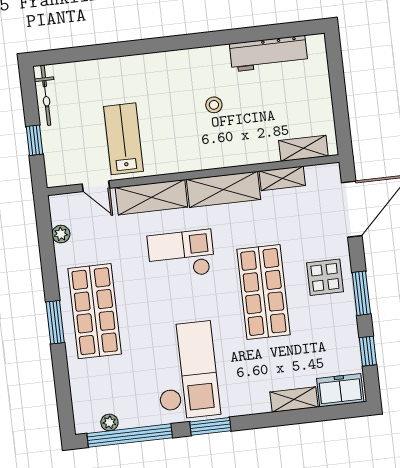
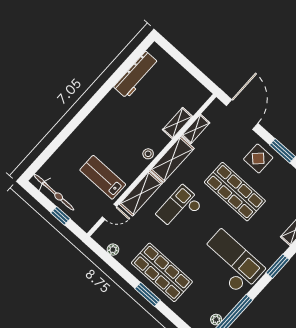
bicycle: (46, 95) -> (54, 192), width x1.37, depth x1.40
stool: (214, 105) -> (148, 154), moved
shelving: (303, 148) -> (177, 123), moved
window: (210, 426) -> (278, 266), moved

